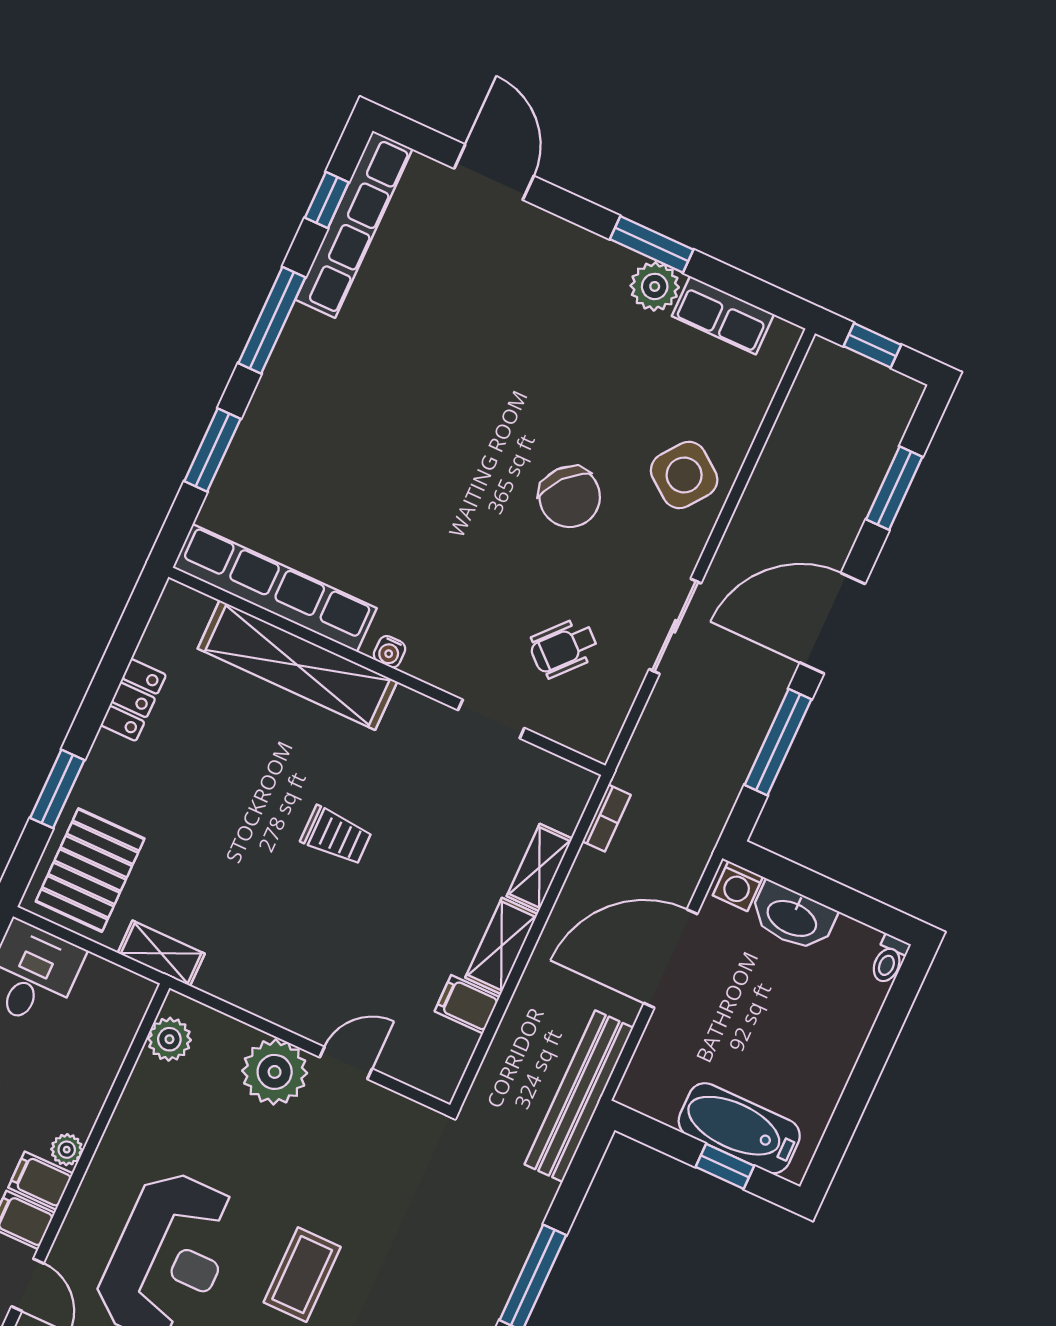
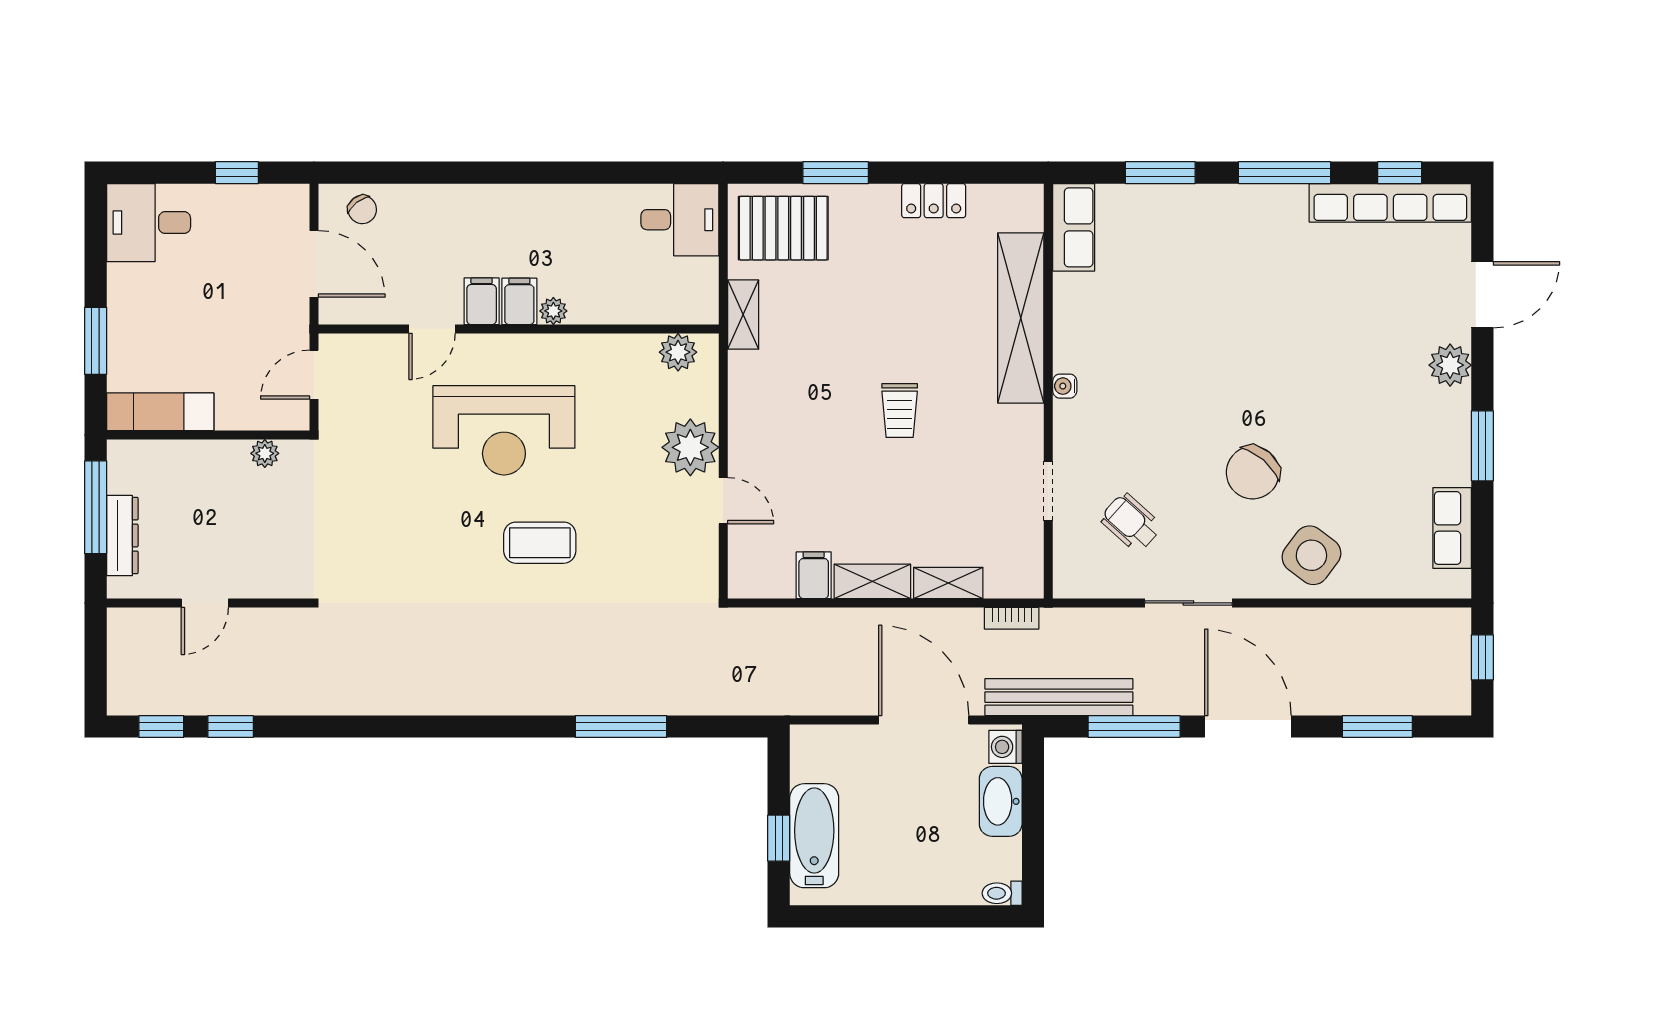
plant: (655, 286) -> (1450, 365), moved
row of seats: (275, 588) -> (1074, 227), width x0.50
bench: (579, 1096) -> (1059, 697), moved

